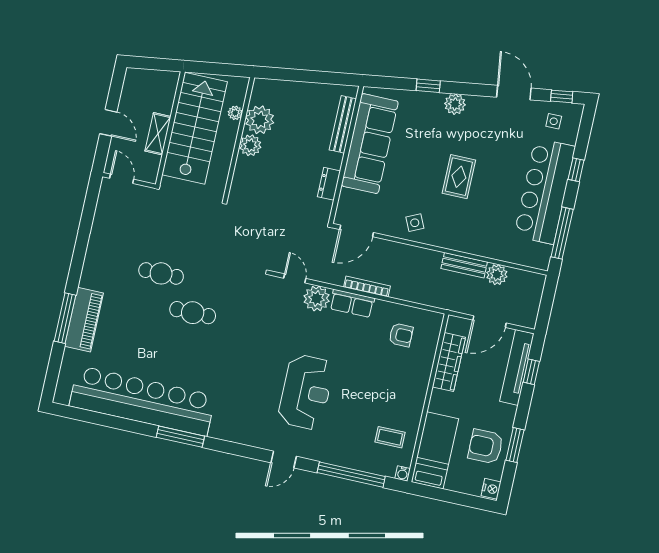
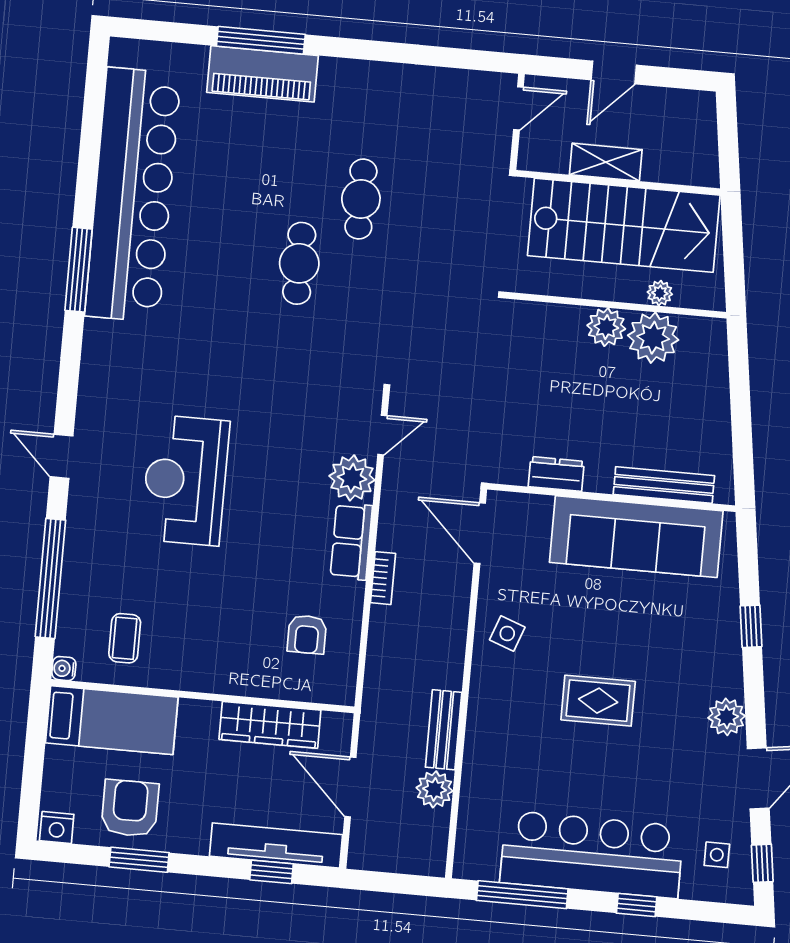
plant: (455, 104) -> (727, 717), moved
side table: (415, 223) -> (507, 633), turned 45
bookcase: (367, 287) -> (383, 578), width x0.64
reception desk: (306, 392) -> (185, 480), turned 90

